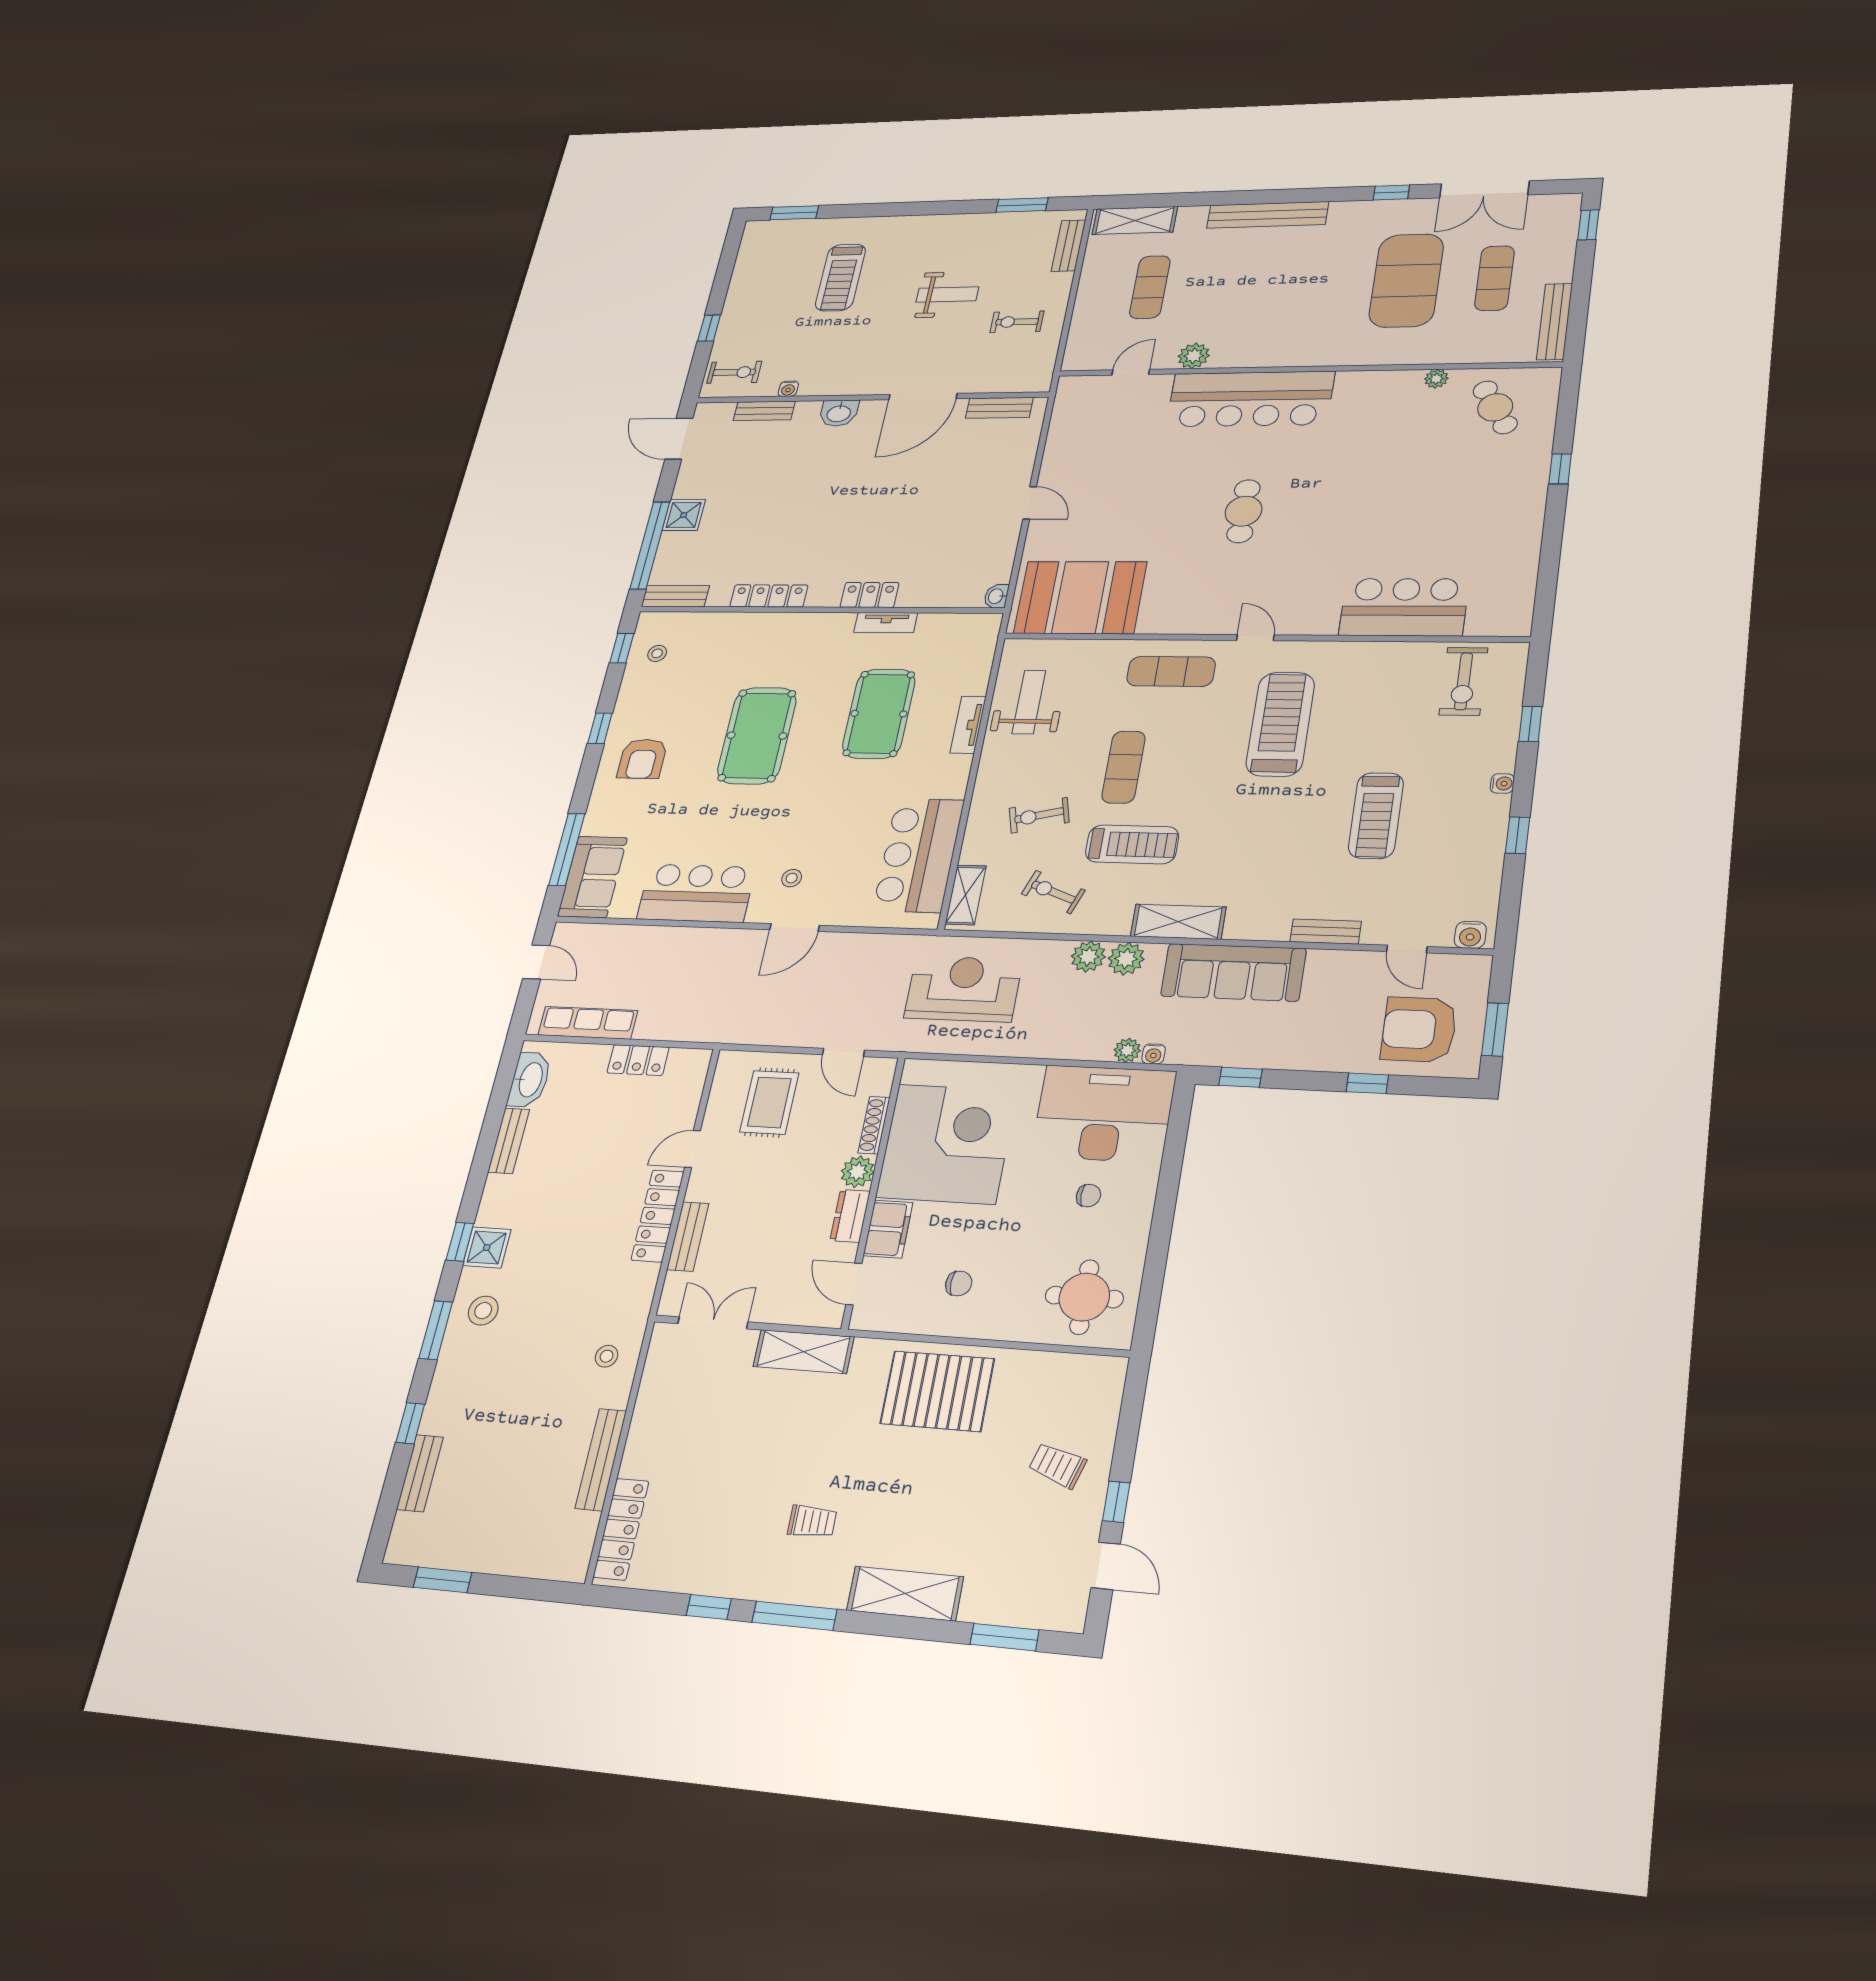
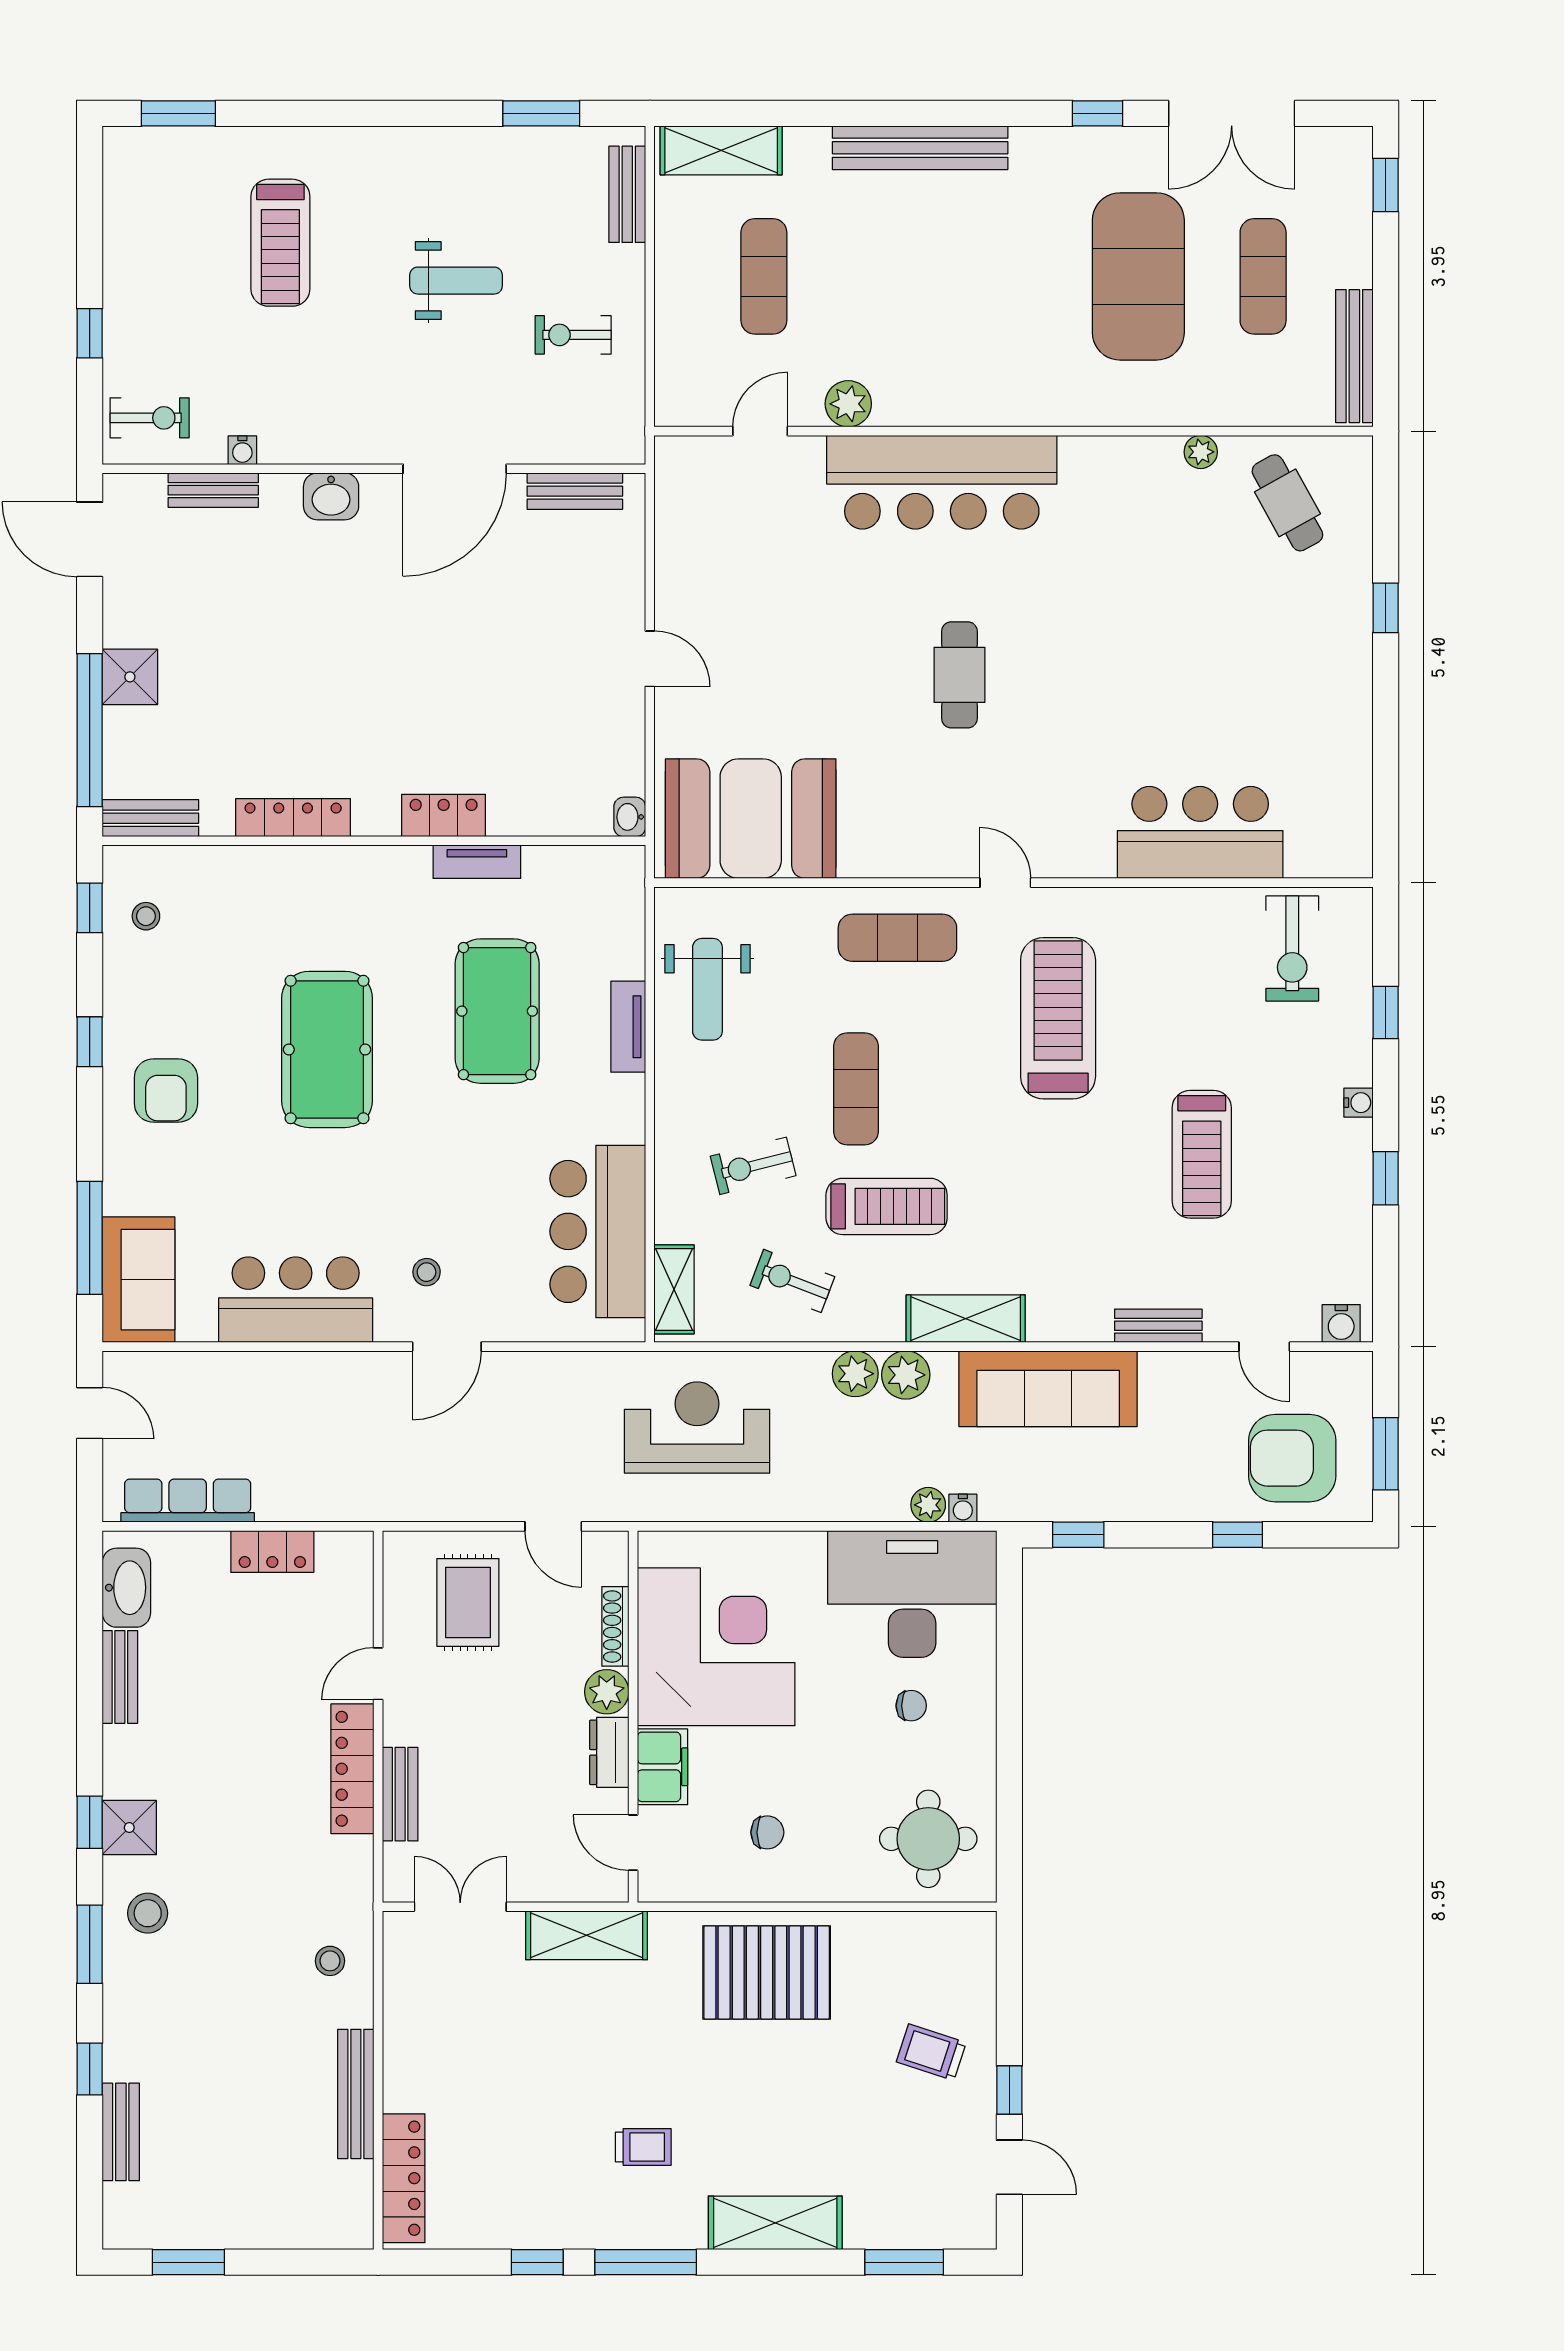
weight bench: (1029, 702) -> (707, 989), turned 180

